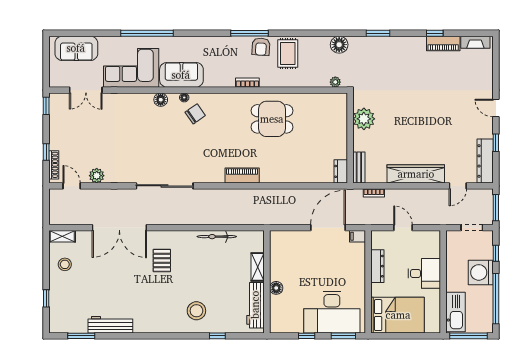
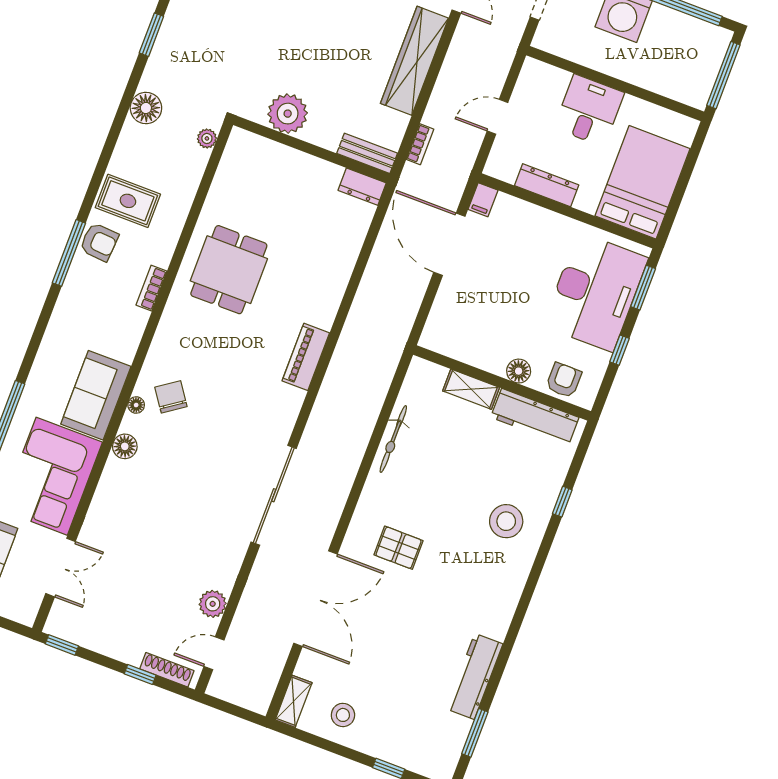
kitchen sink: (455, 312) -> (675, 82), removed
armchair: (280, 313) -> (564, 380), added

